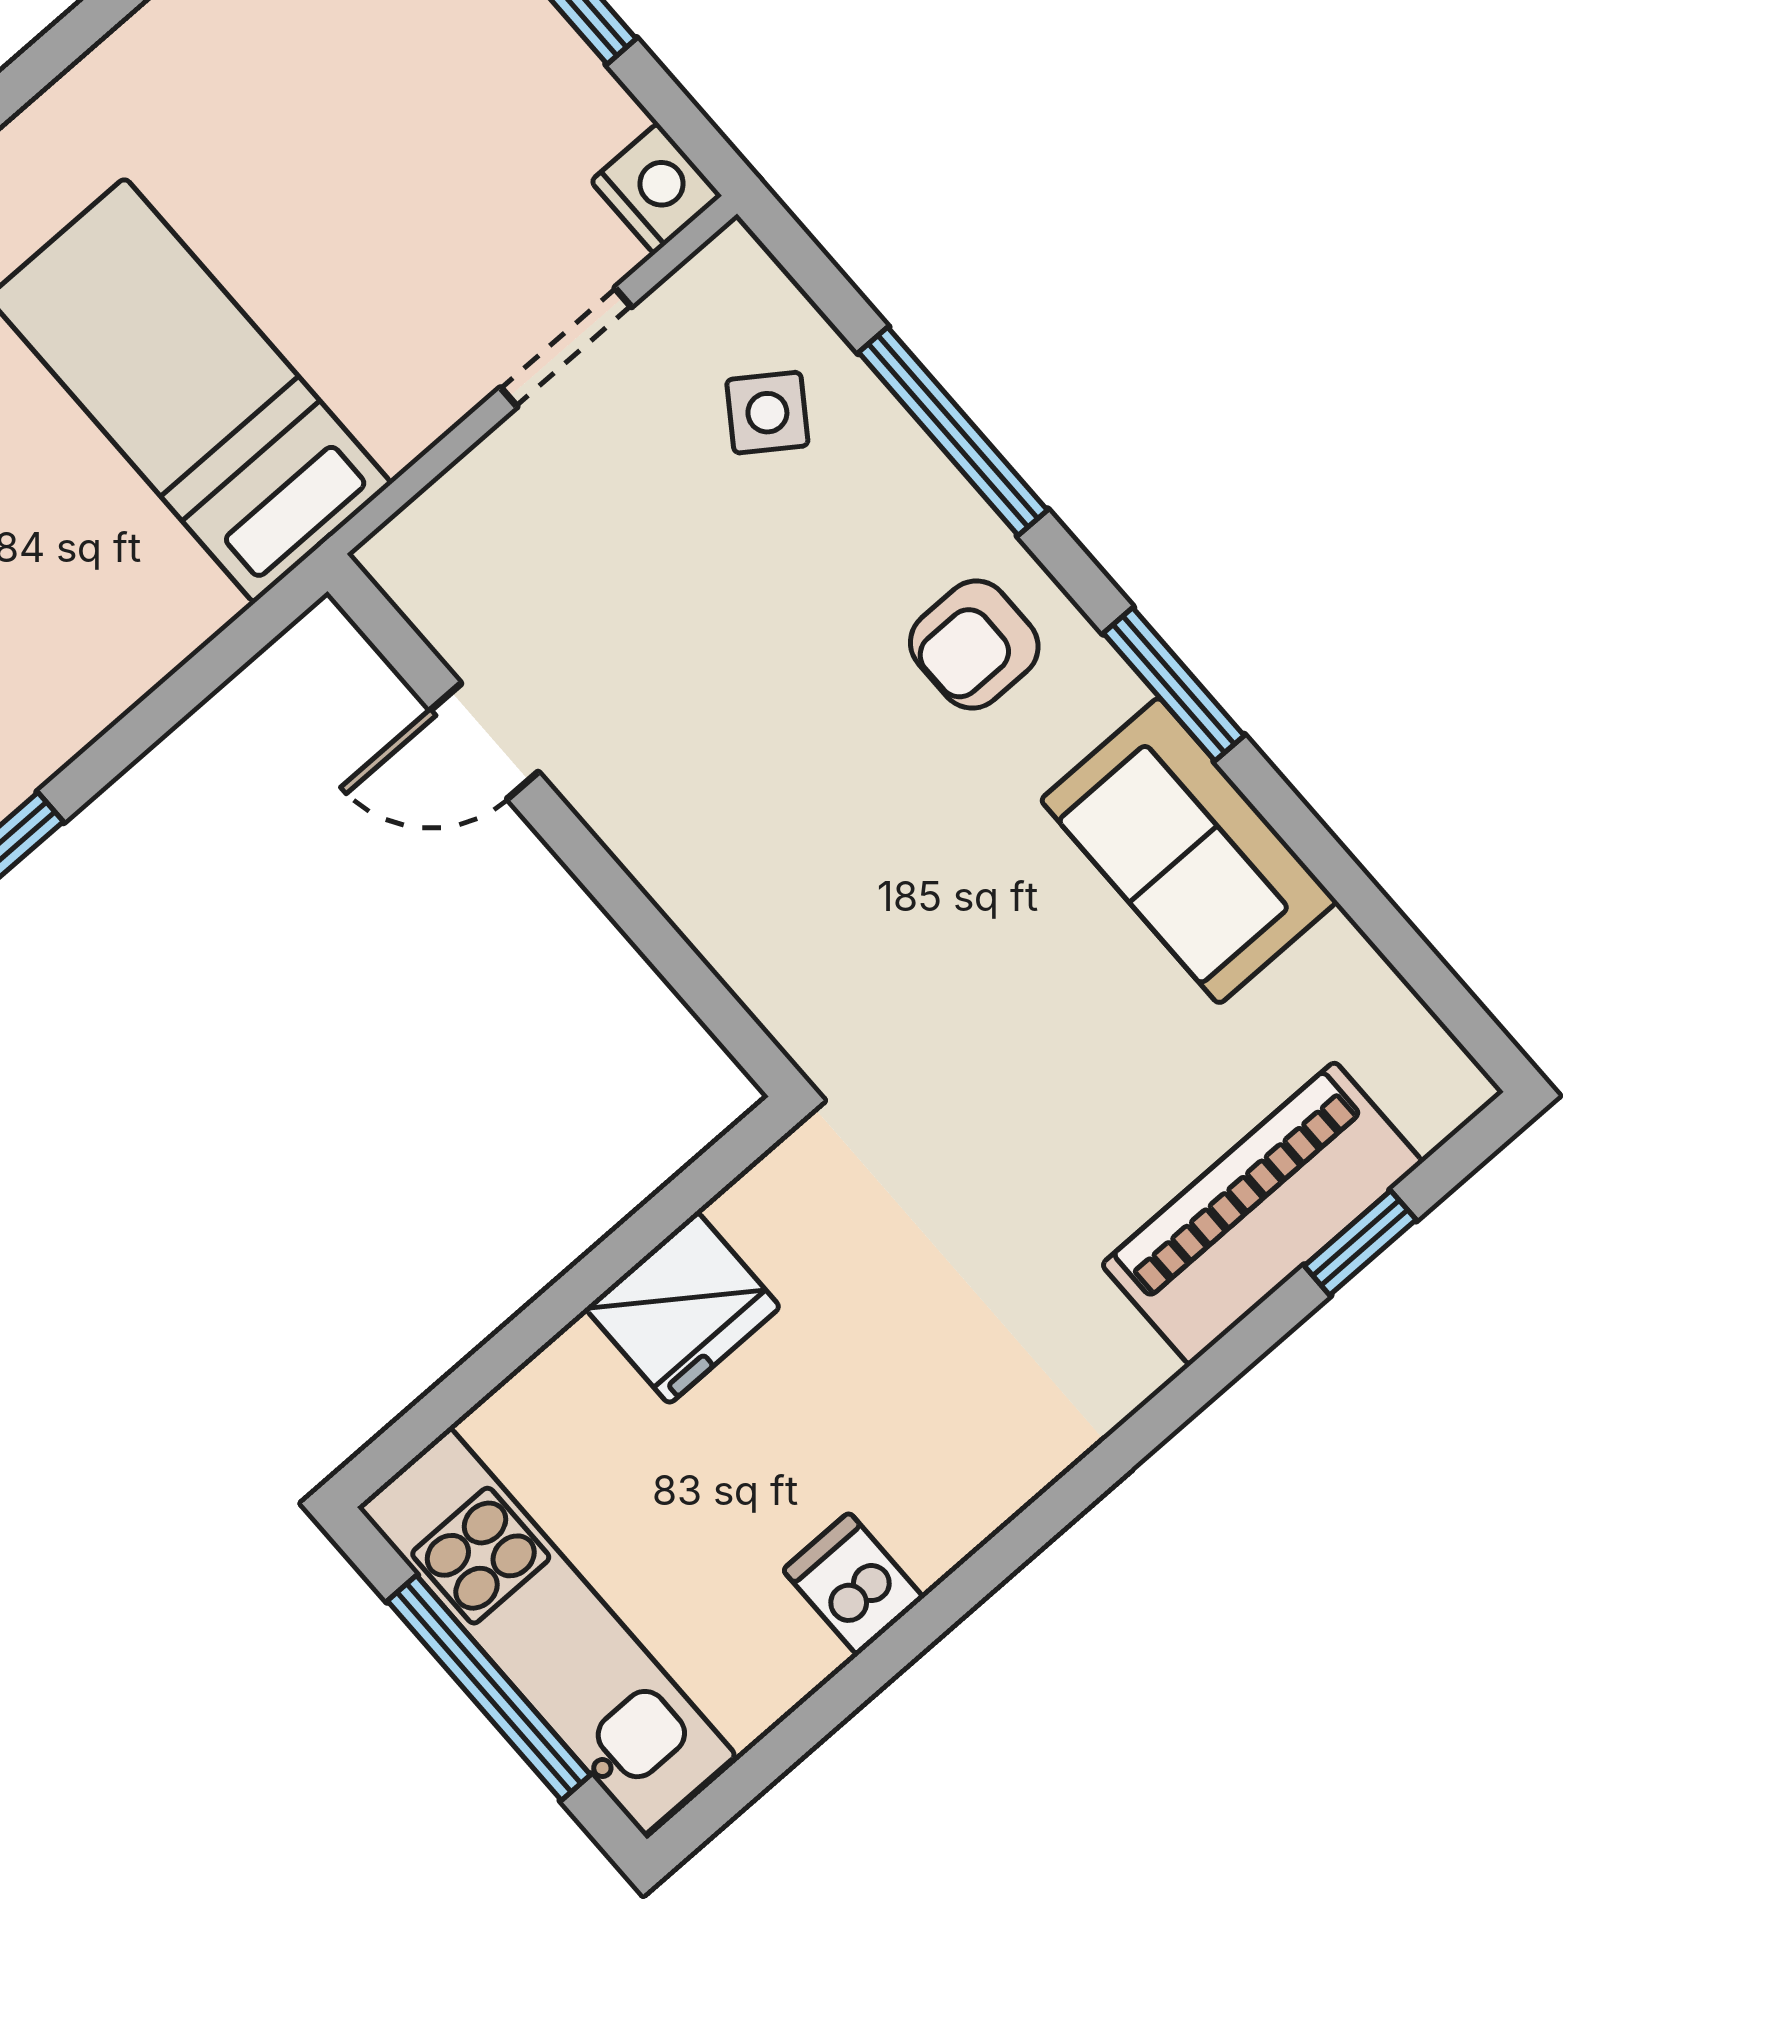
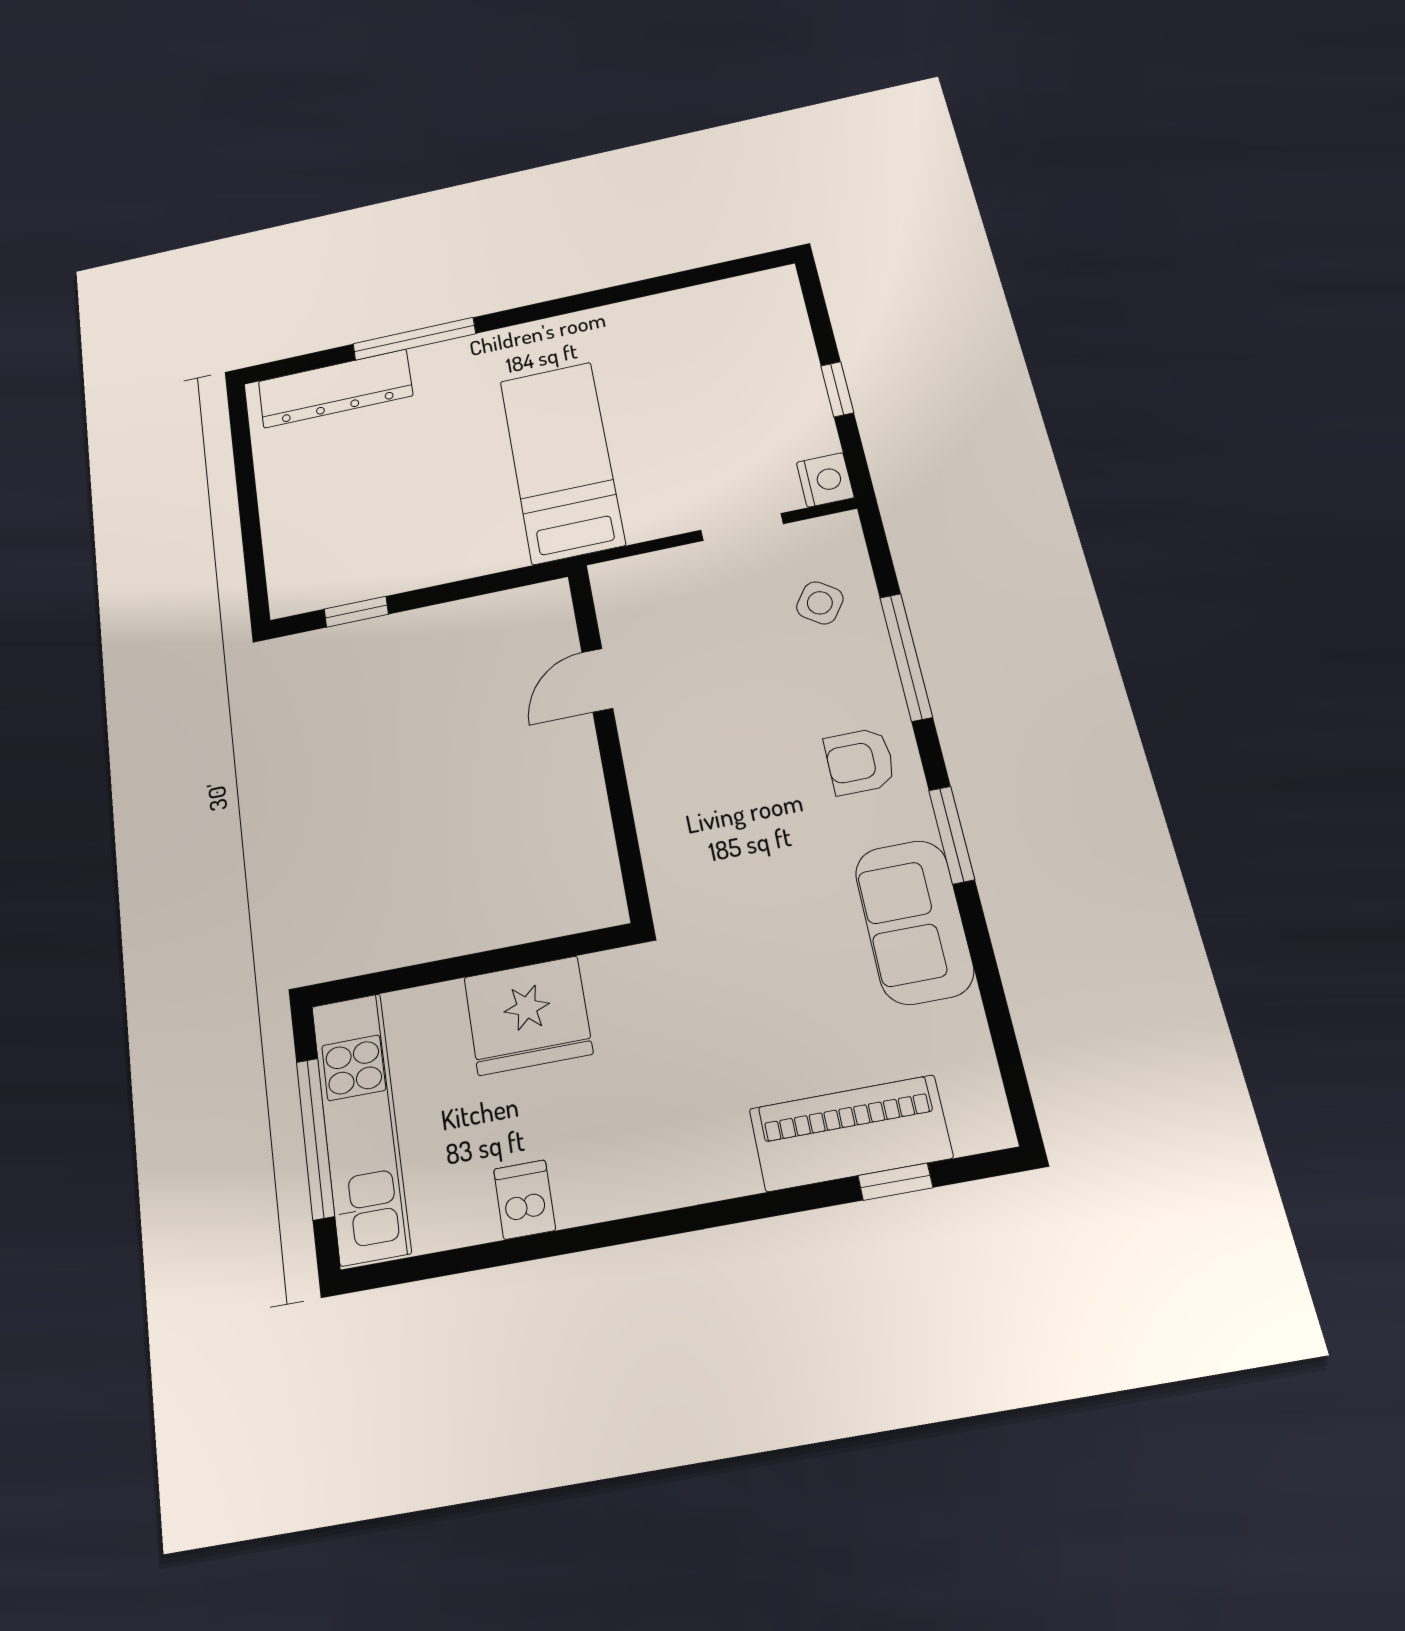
door: (484, 741) -> (597, 680), hinge flipped
fridge: (683, 1308) -> (528, 1015), width x1.36, depth x1.34

